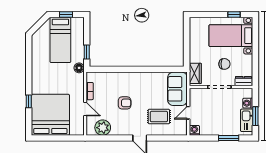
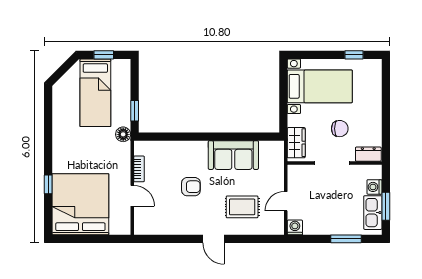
bed with nightstands: (231, 36) -> (320, 86), moved, turned 180
sofa: (177, 89) -> (233, 155), moved, turned -90
plant: (103, 128) -> (158, 223), removed

